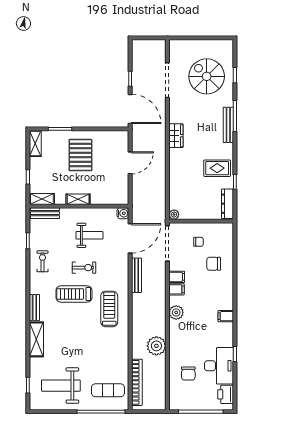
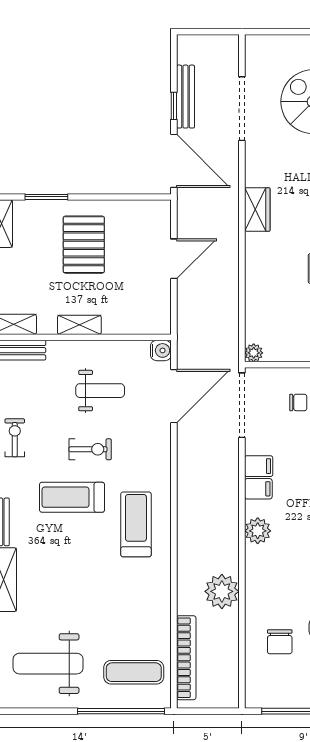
bench: (136, 275) -> (185, 97), moved

